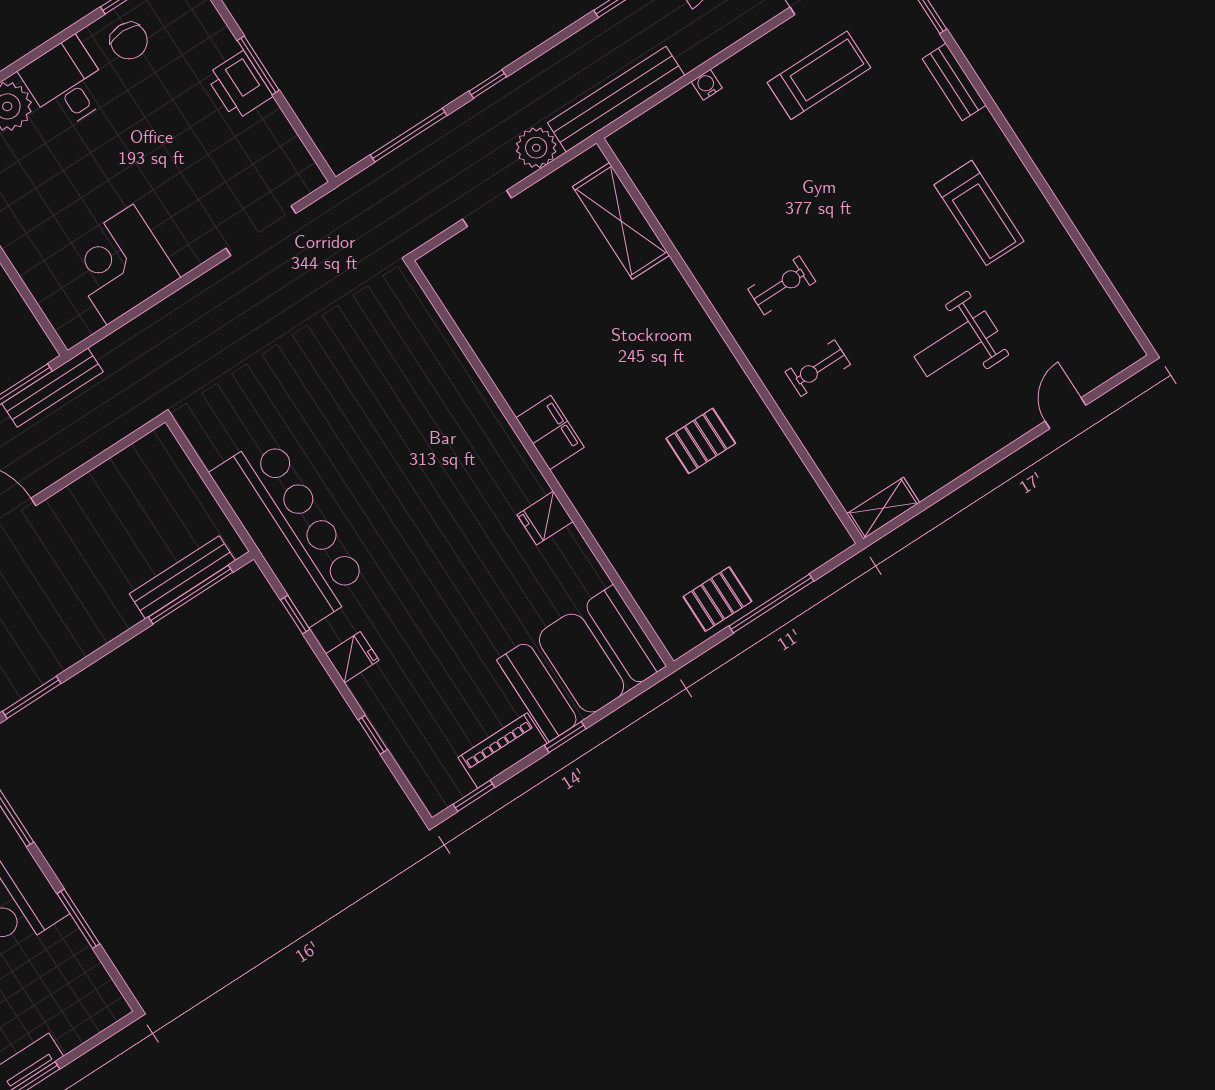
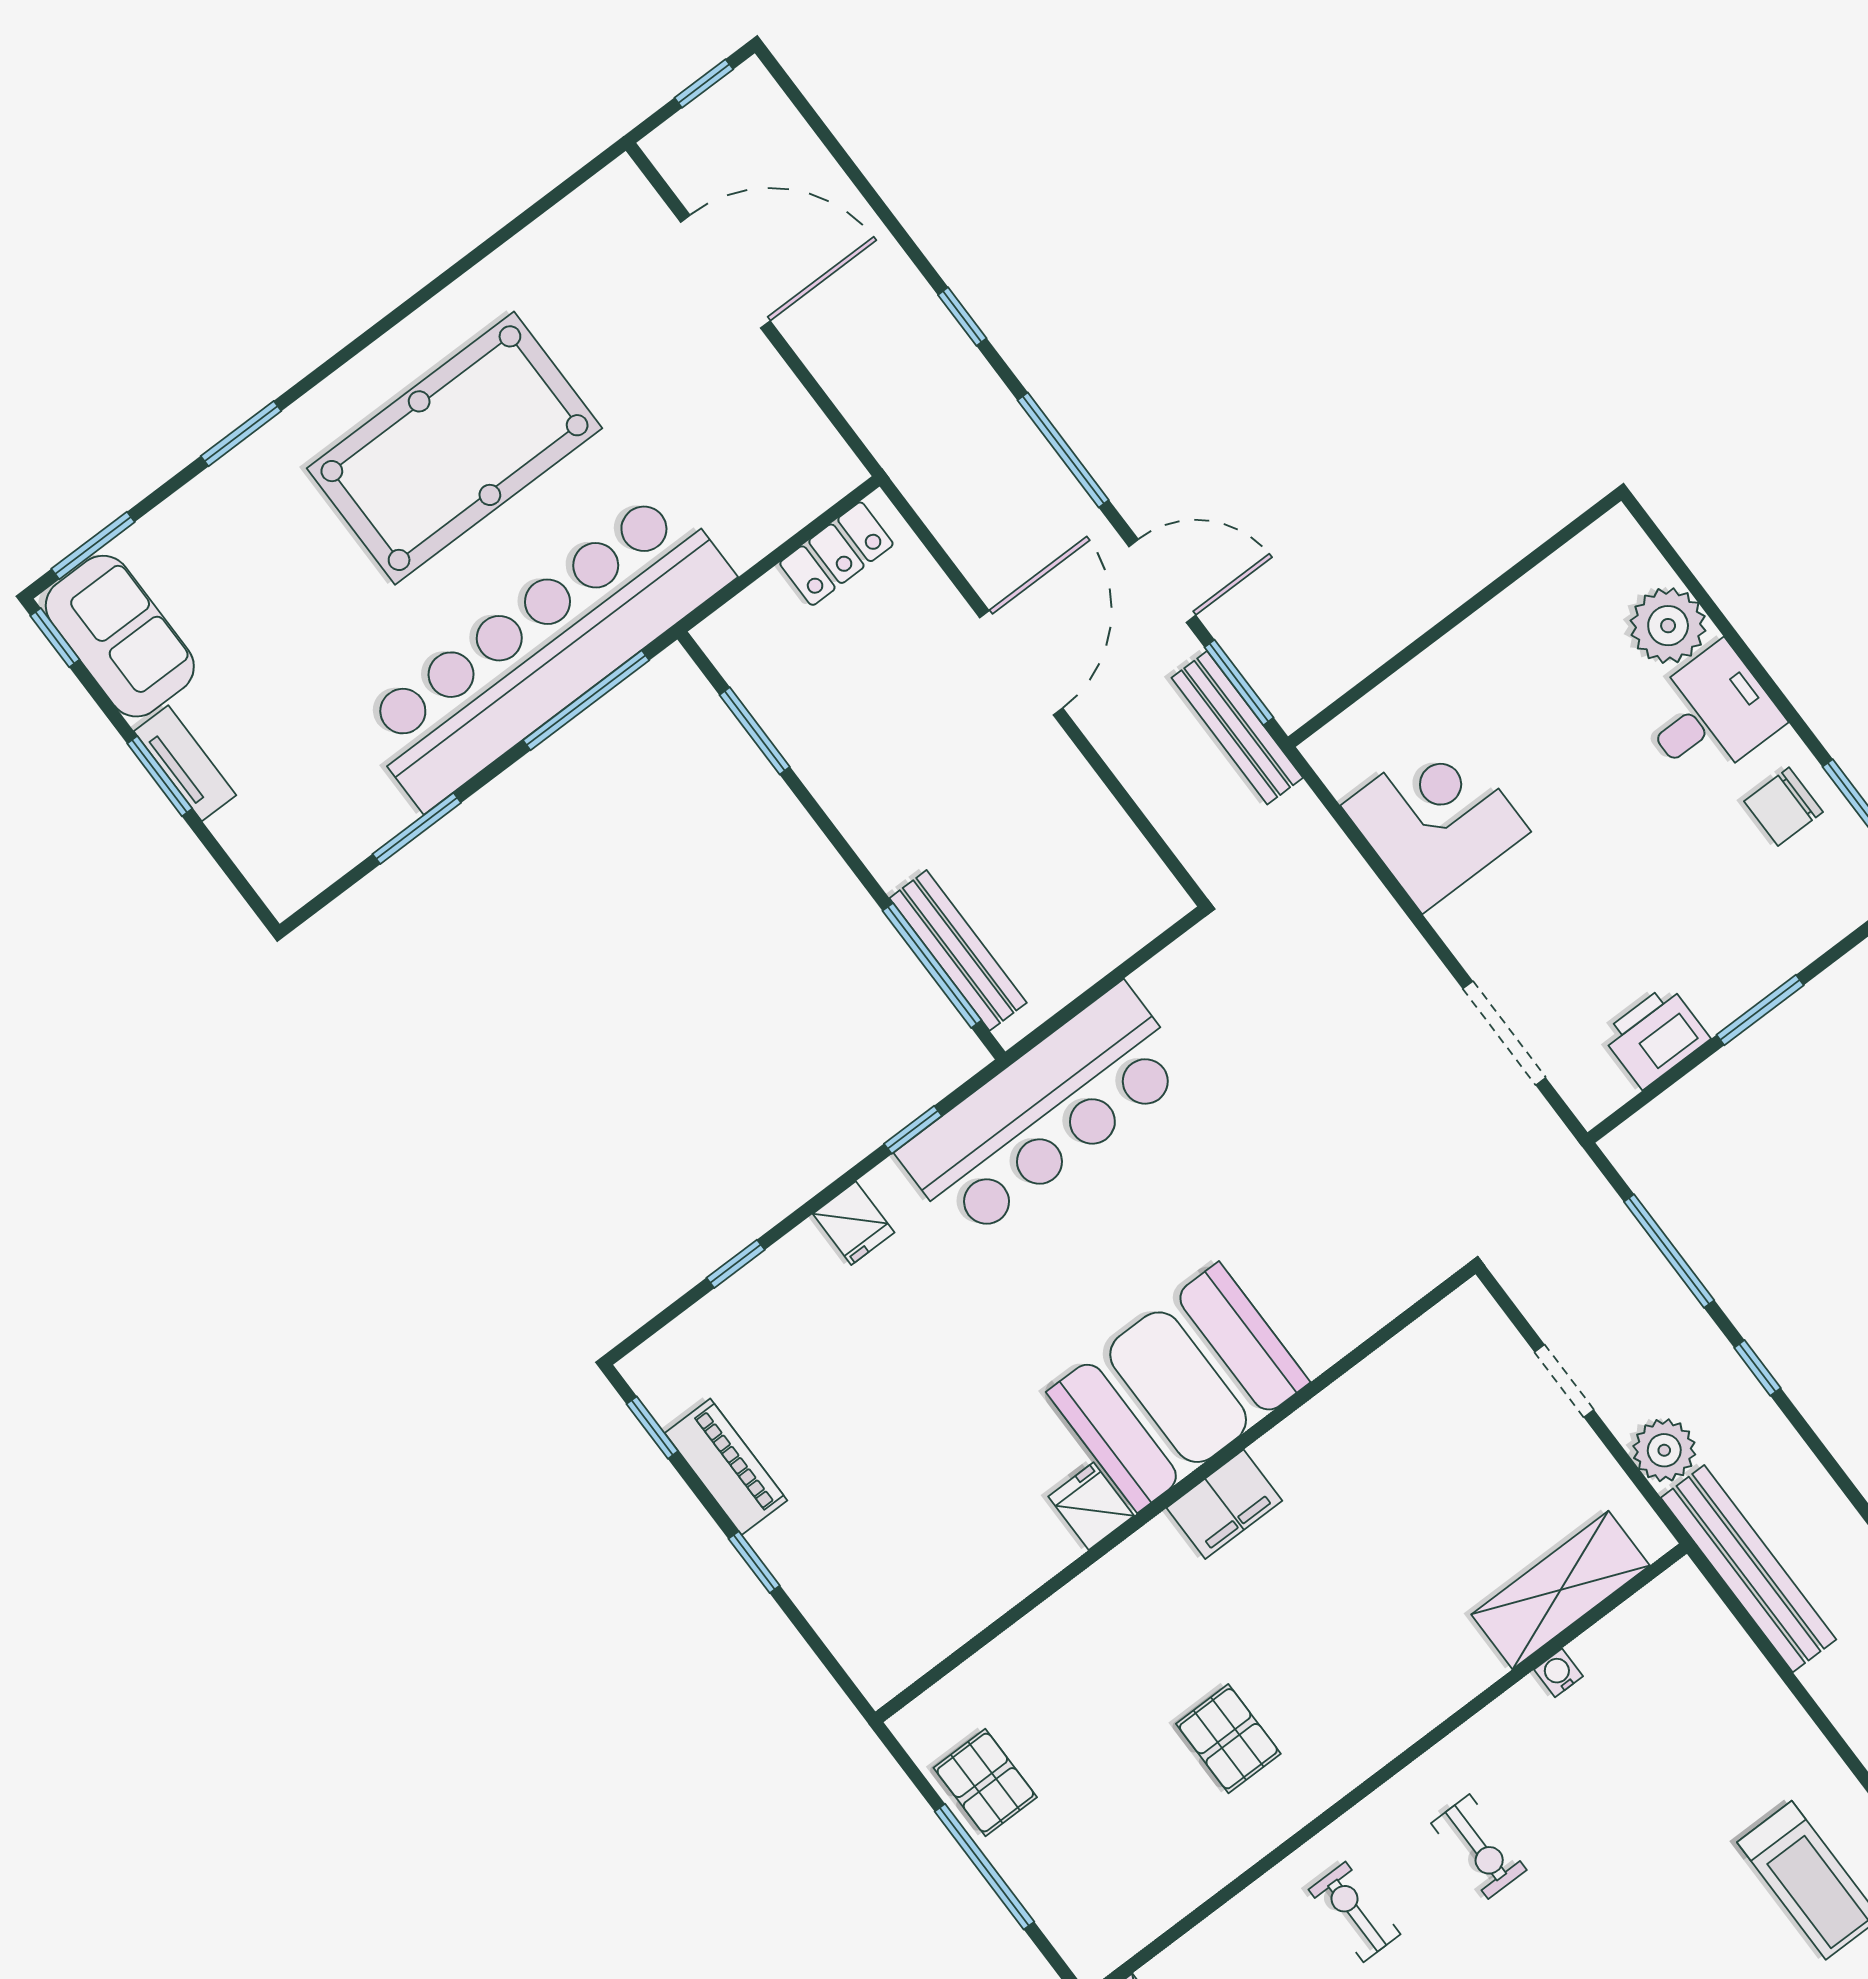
water cooler: (707, 85) -> (1559, 1673), moved, turned -90
printer: (239, 86) -> (1656, 1036), moved
booth: (581, 663) -> (1178, 1387), moved, turned 90

